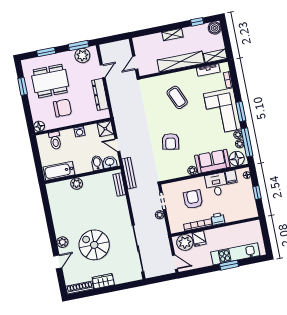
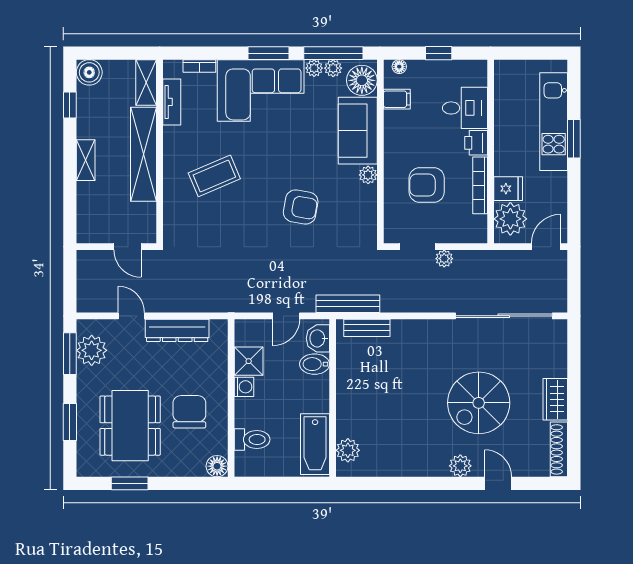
shower: (105, 129) -> (249, 361), moved
plant: (77, 184) -> (348, 450), moved
desk: (216, 184) -> (465, 108), moved, turned 180

